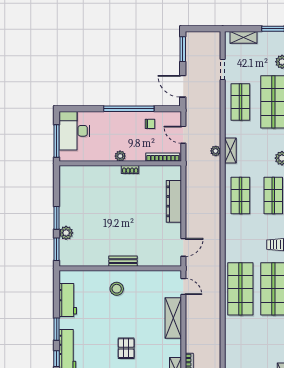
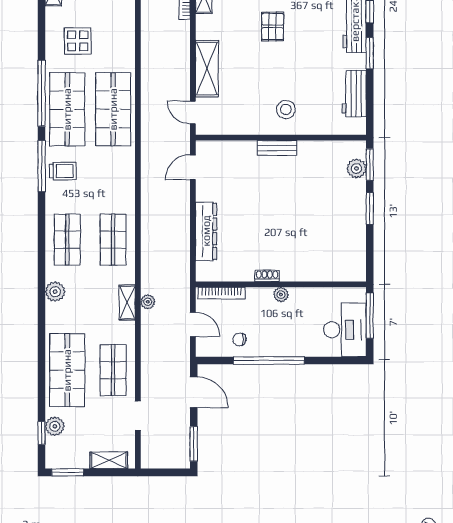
plant: (66, 233) -> (356, 168), moved
display table: (266, 338) -> (78, 41), added

